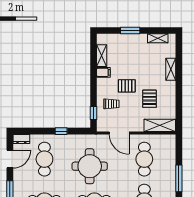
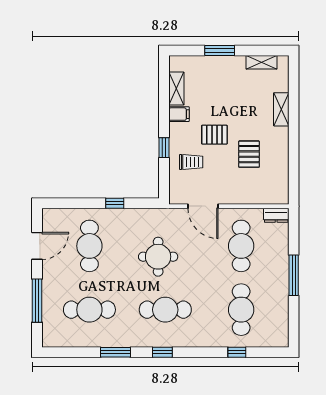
window: (94, 113) -> (164, 148), moved
shelving: (160, 125) -> (265, 195), removed
dresser: (21, 139) -> (276, 215), moved
round table: (90, 166) -> (158, 257), width x0.73, depth x0.73

